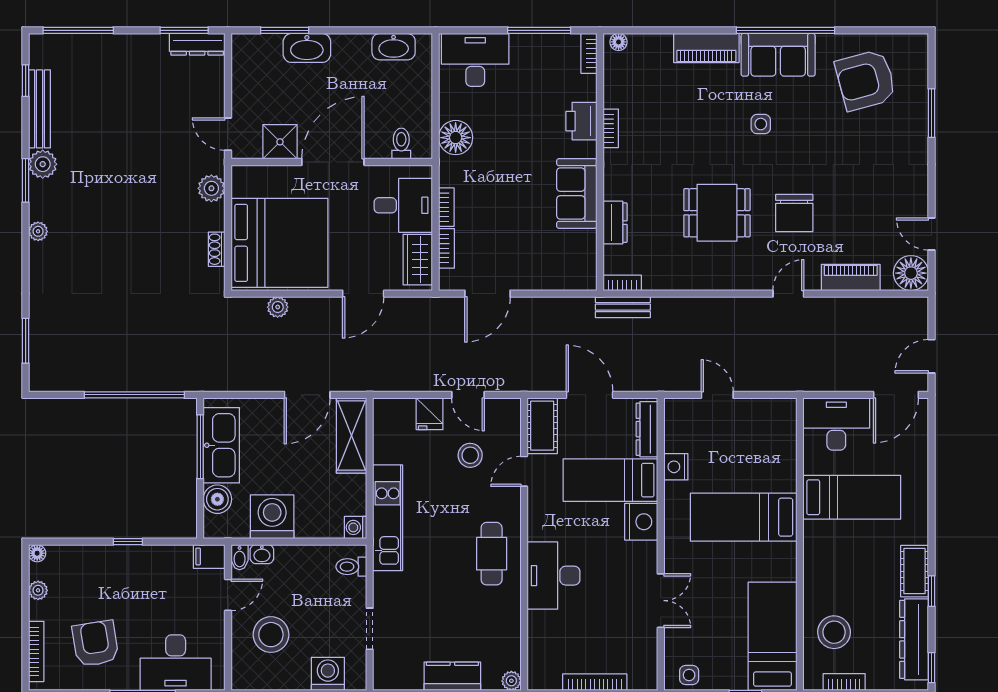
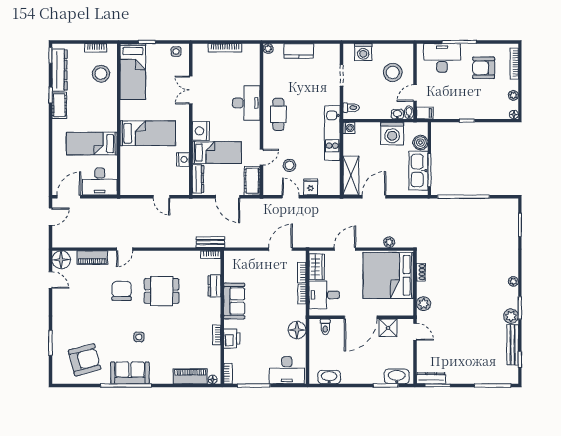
washbasin: (307, 48) -> (397, 376), moved
piano: (706, 48) -> (190, 376), moved
armchair: (95, 644) -> (484, 68), turned 99

